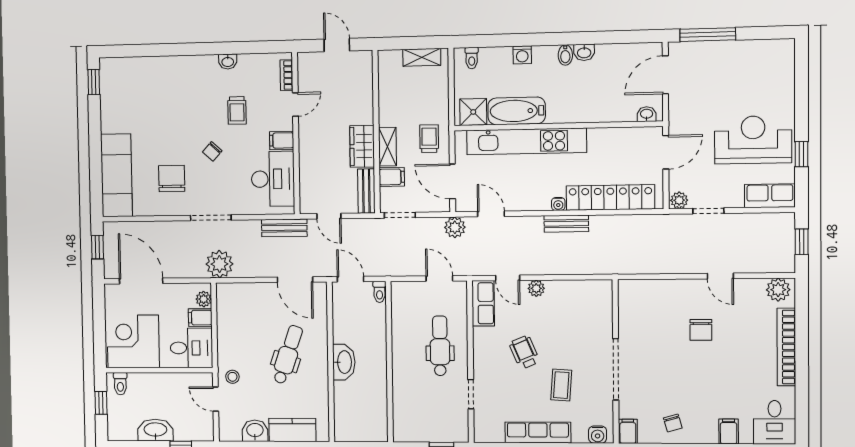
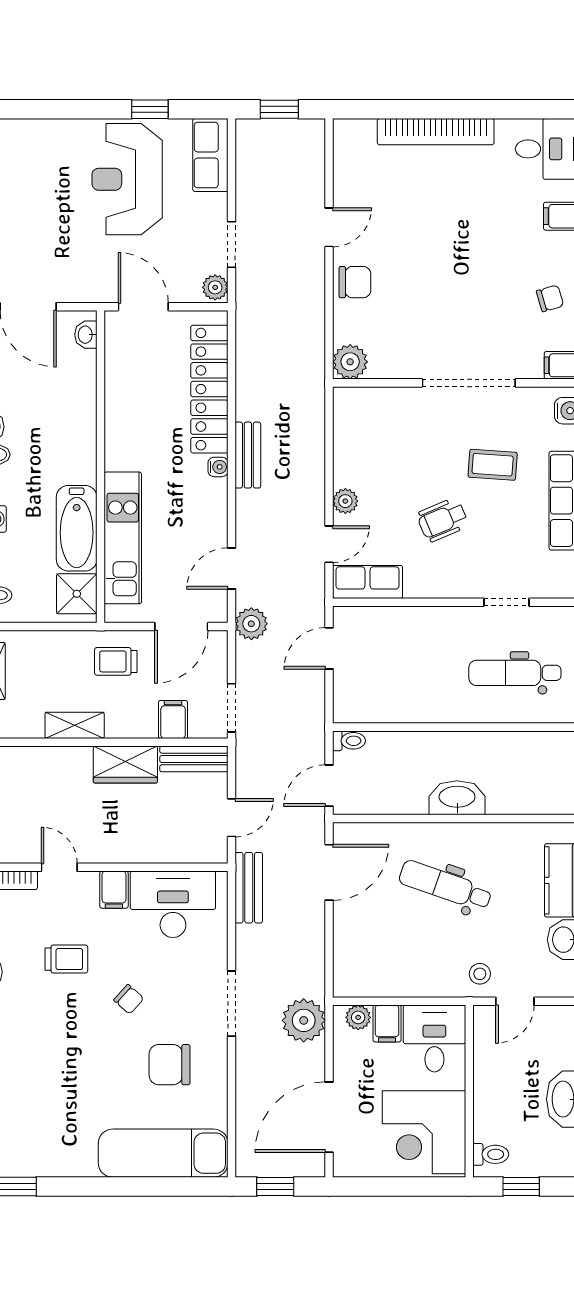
kitchen unit: (526, 141) -> (123, 538), width x0.73
shelving: (387, 147) -> (75, 725), moved
plant: (219, 264) -> (304, 1020), moved
plant: (778, 290) -> (350, 362), moved
chair: (701, 330) -> (355, 282), moved
dental chair: (440, 346) -> (515, 673), moved

